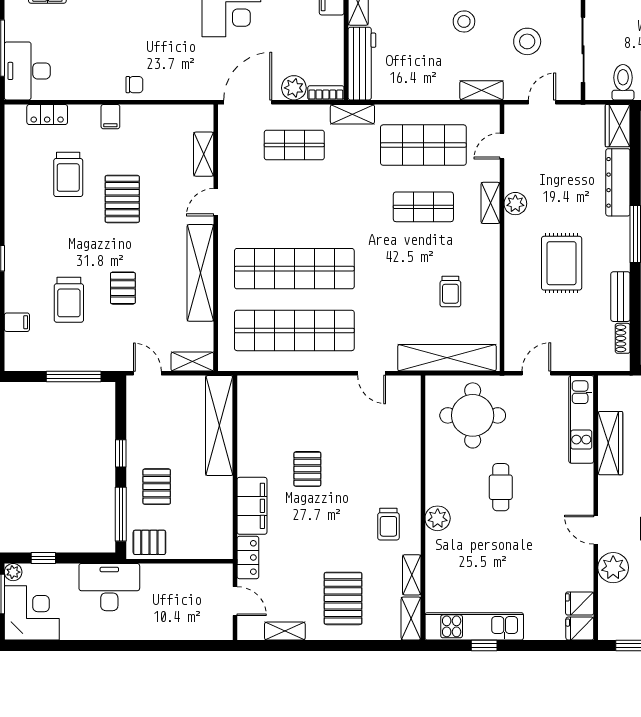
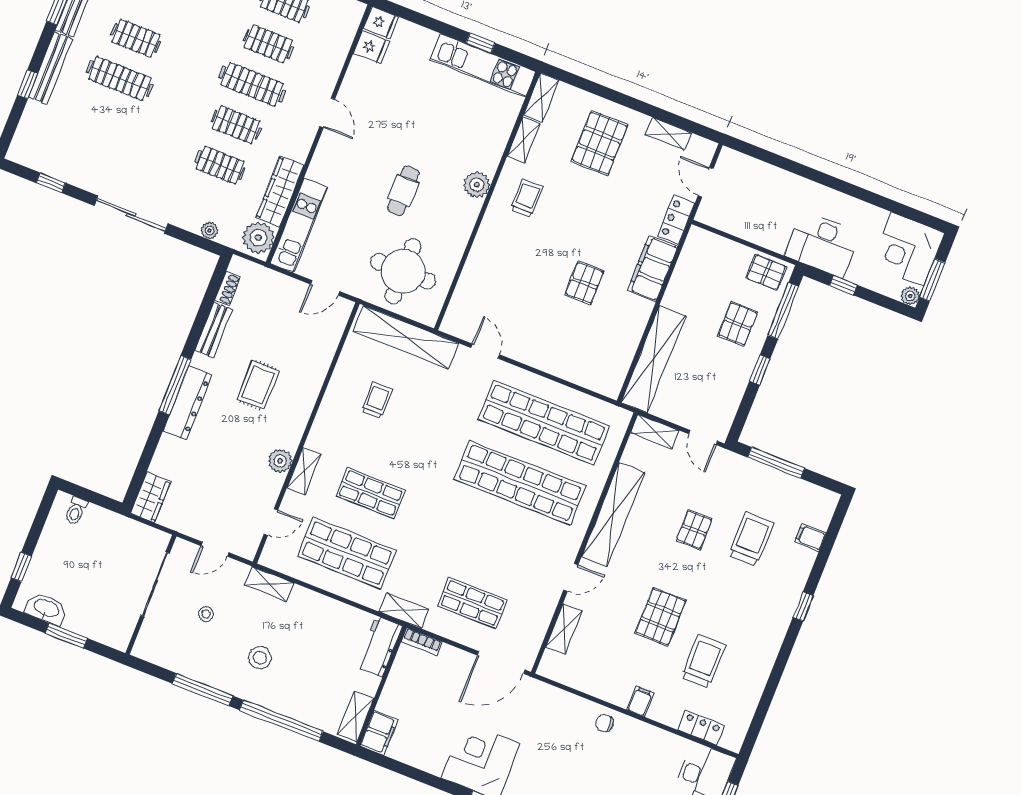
stool: (527, 41) -> (206, 614), width x0.53, depth x0.53
workbench: (362, 64) -> (379, 646), width x0.73
toilet: (623, 82) -> (129, 537), removed
plant: (294, 88) -> (451, 659), removed
dresser: (618, 182) -> (188, 403), moved
rug: (562, 263) -> (258, 385), width x0.73, depth x0.70
window: (43, 558) -> (843, 285), moved
plant: (613, 568) -> (258, 238), moved

